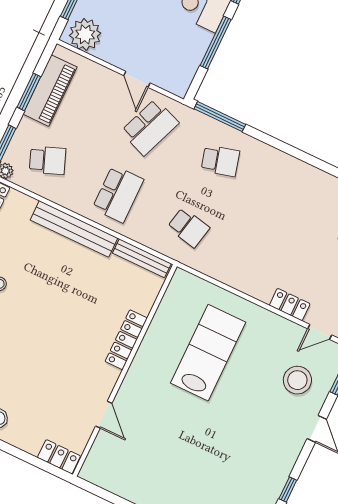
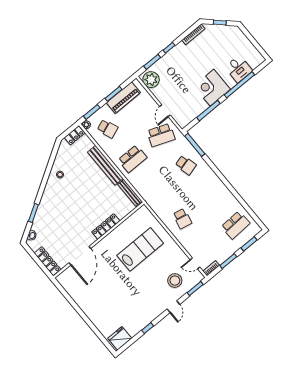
school desk: (188, 228) -> (182, 219), moved
locker: (290, 305) -> (187, 245), removed
door: (104, 415) -> (80, 256), width x1.87
locker: (59, 457) -> (47, 261), width x1.53

